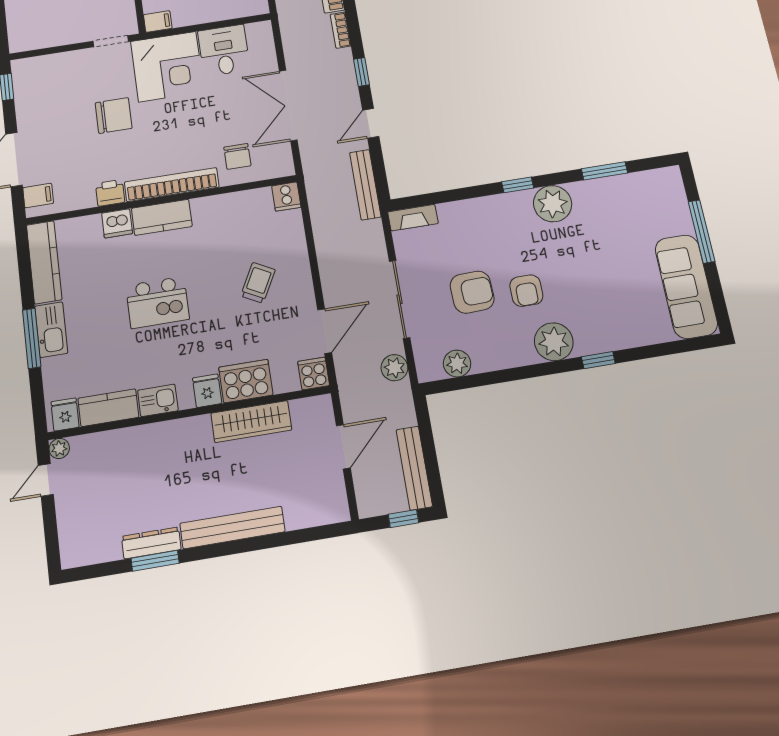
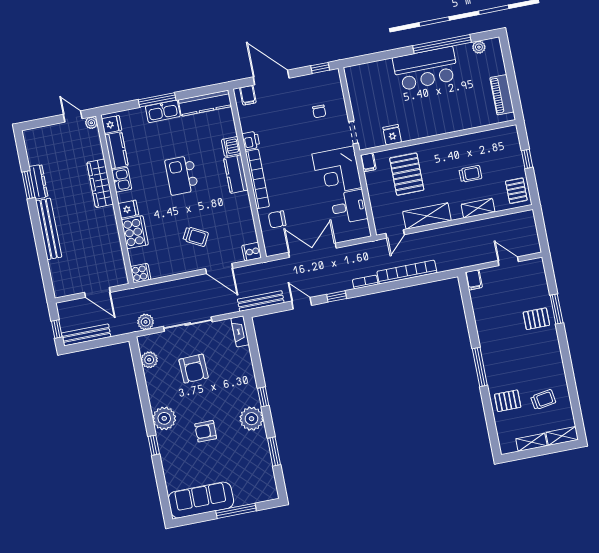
chair: (114, 116) -> (319, 111), moved, width x0.54, depth x0.54
armchair: (526, 291) -> (206, 431), moved
door: (325, 331) -> (219, 269), moved
wardrobe: (251, 422) -> (100, 183), moved

